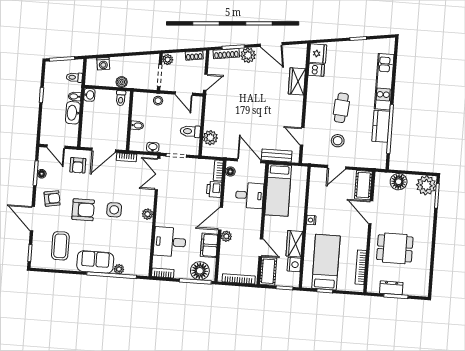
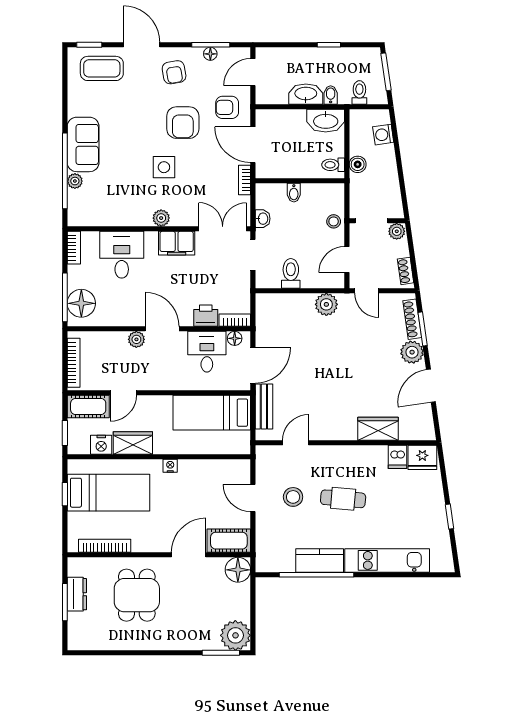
washbasin: (89, 95) -> (326, 121), width x1.91, depth x1.45
plant: (210, 138) -> (326, 304), moved
floor lamp: (399, 182) -> (238, 570), moved
desk: (249, 195) -> (207, 352), moved, turned 180
armchair: (83, 210) -> (183, 123), moved
door: (32, 219) -> (142, 45), hinge flipped
filing cabinet: (209, 245) -> (177, 243), moved, turned 180
coffee table: (60, 246) -> (102, 68), moved

